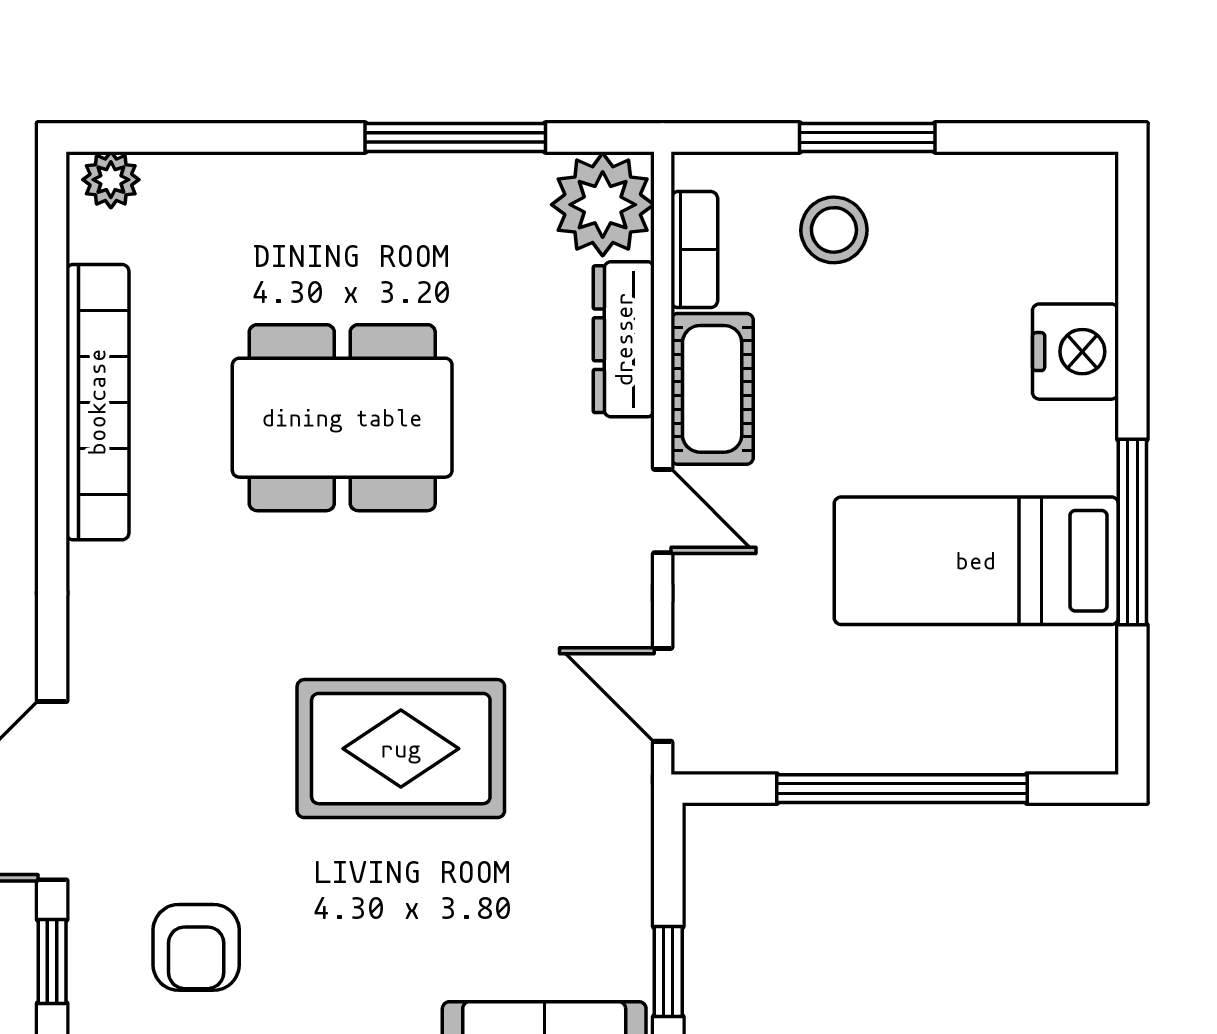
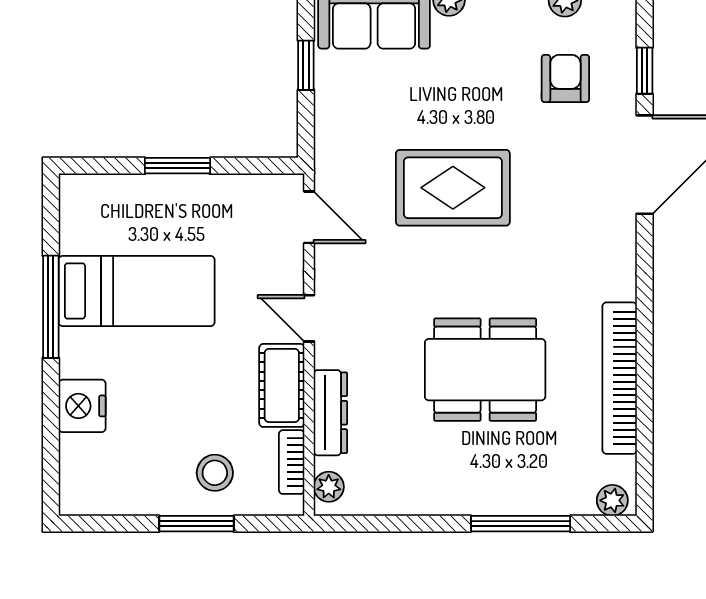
window: (455, 137) -> (521, 524), moved
plant: (603, 205) -> (329, 487), width x0.53, depth x0.53
window: (902, 789) -> (177, 166), width x0.47

